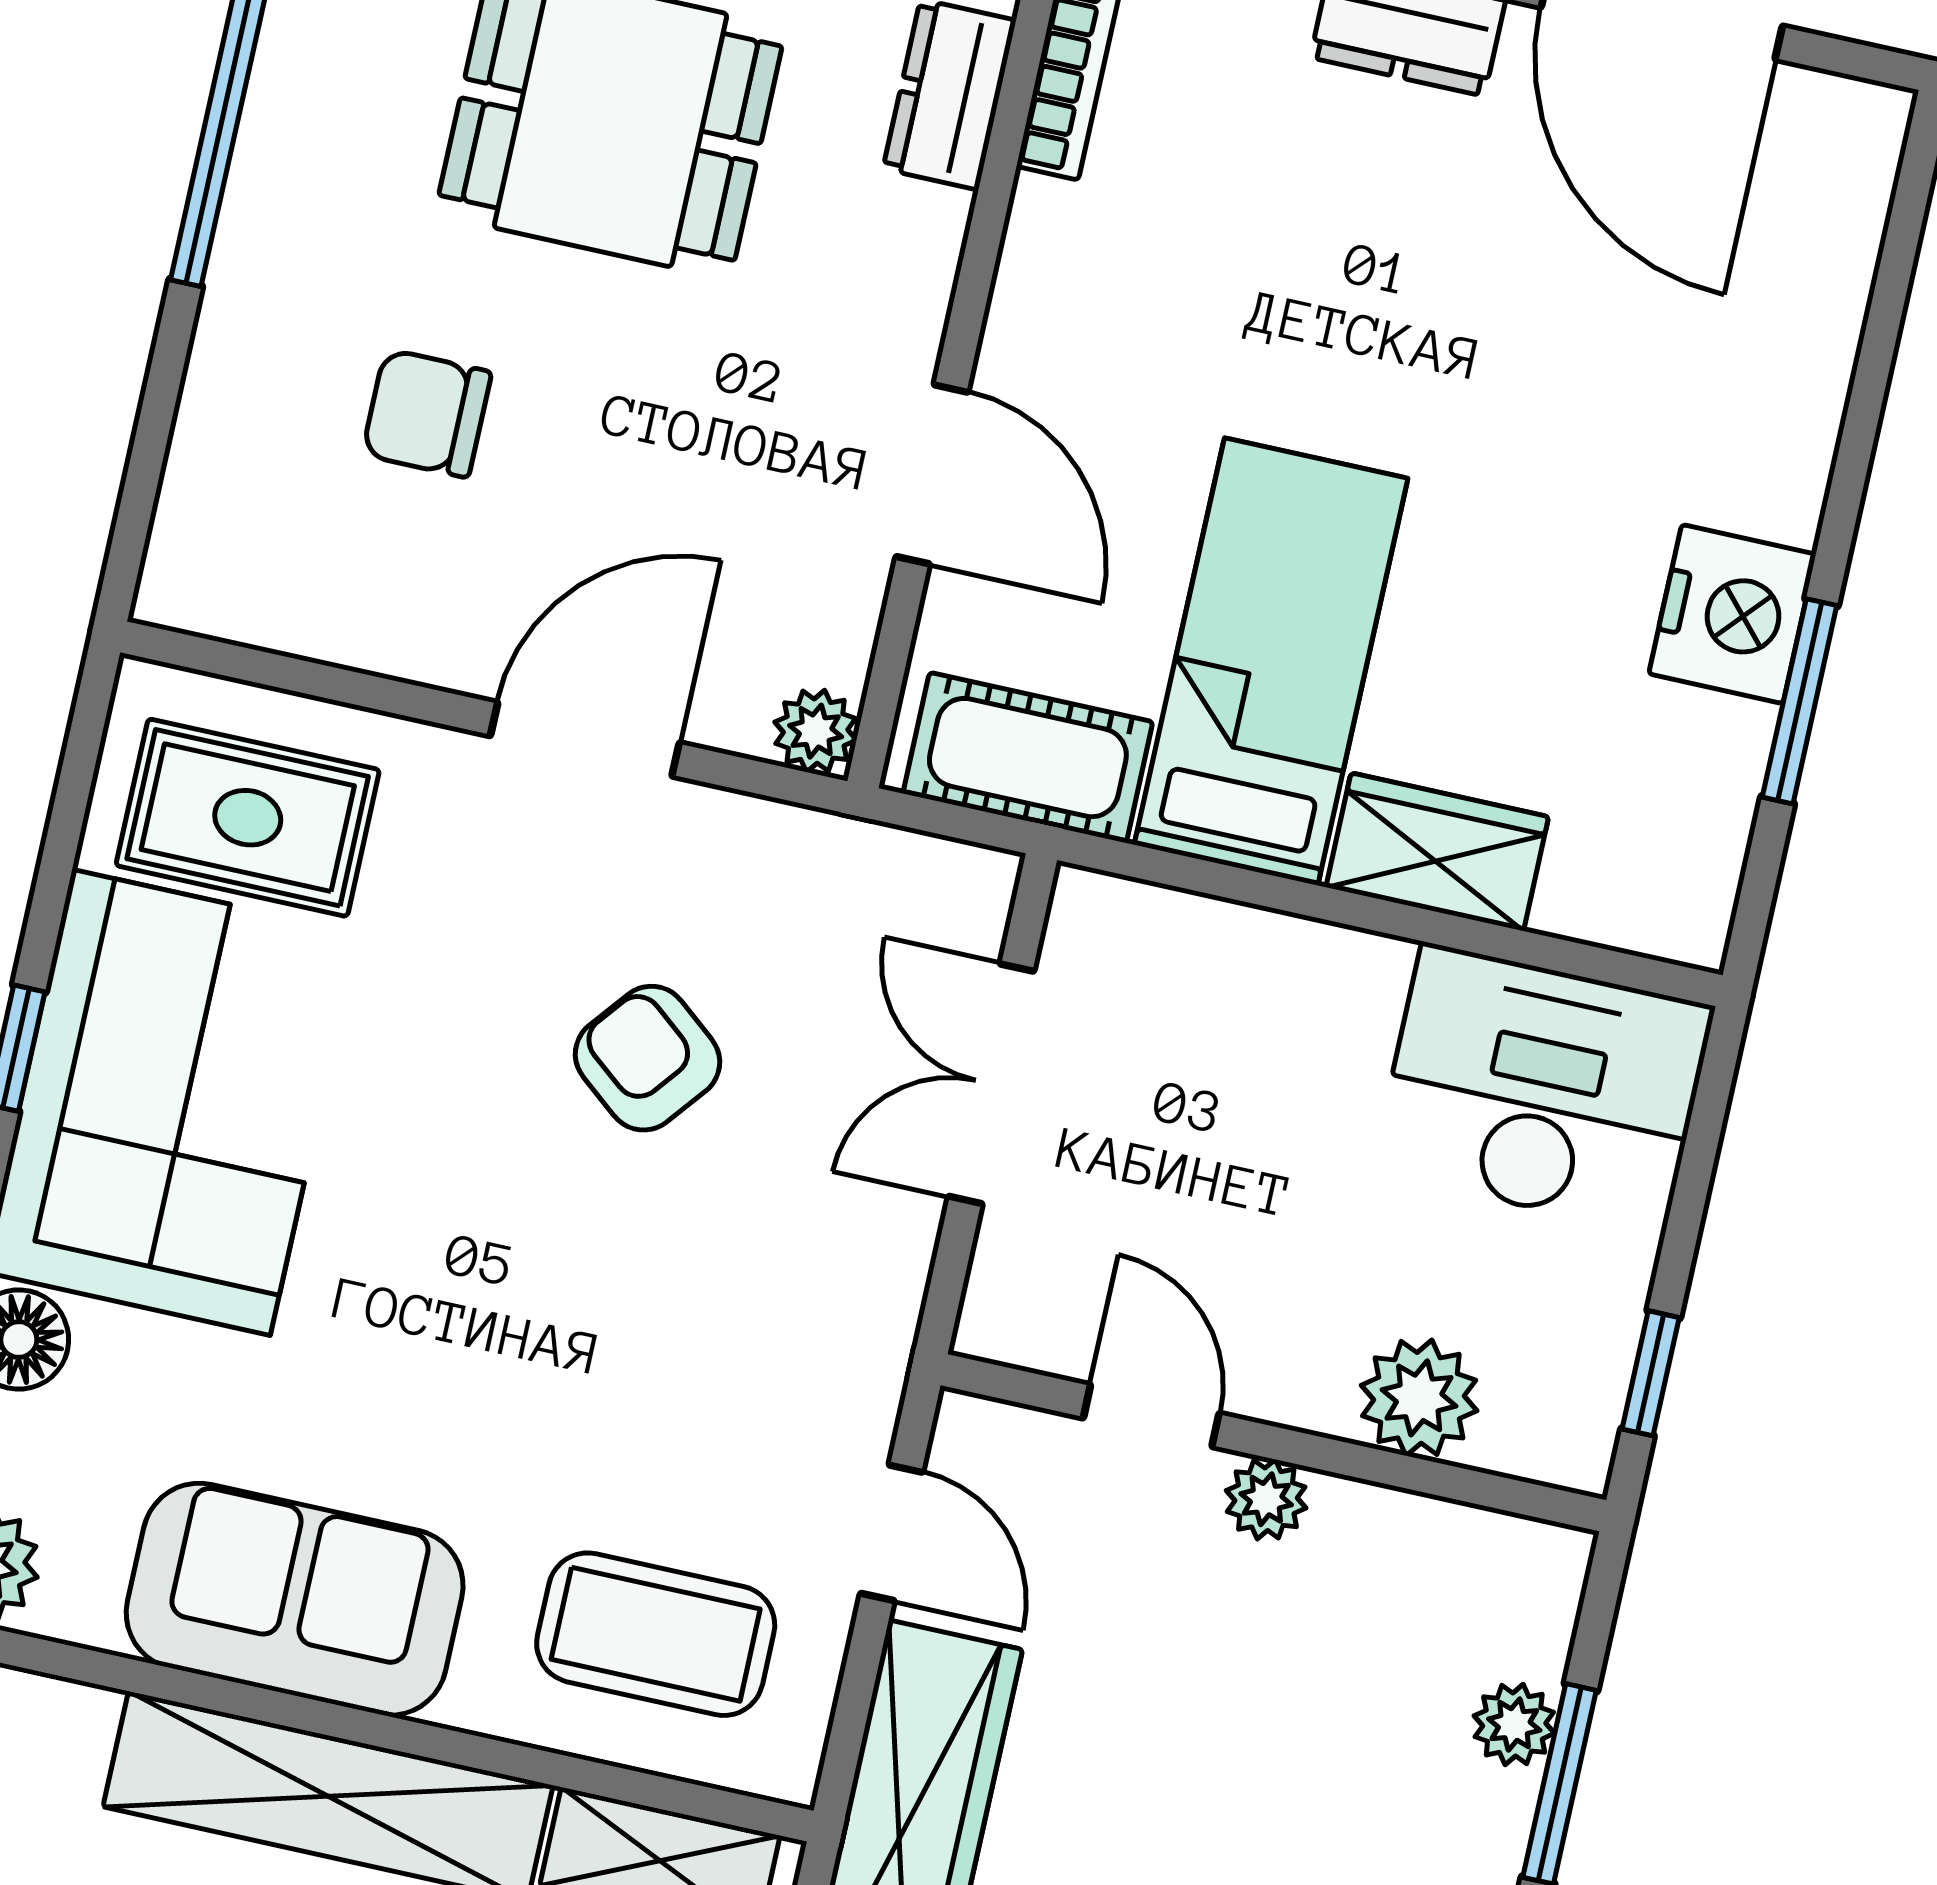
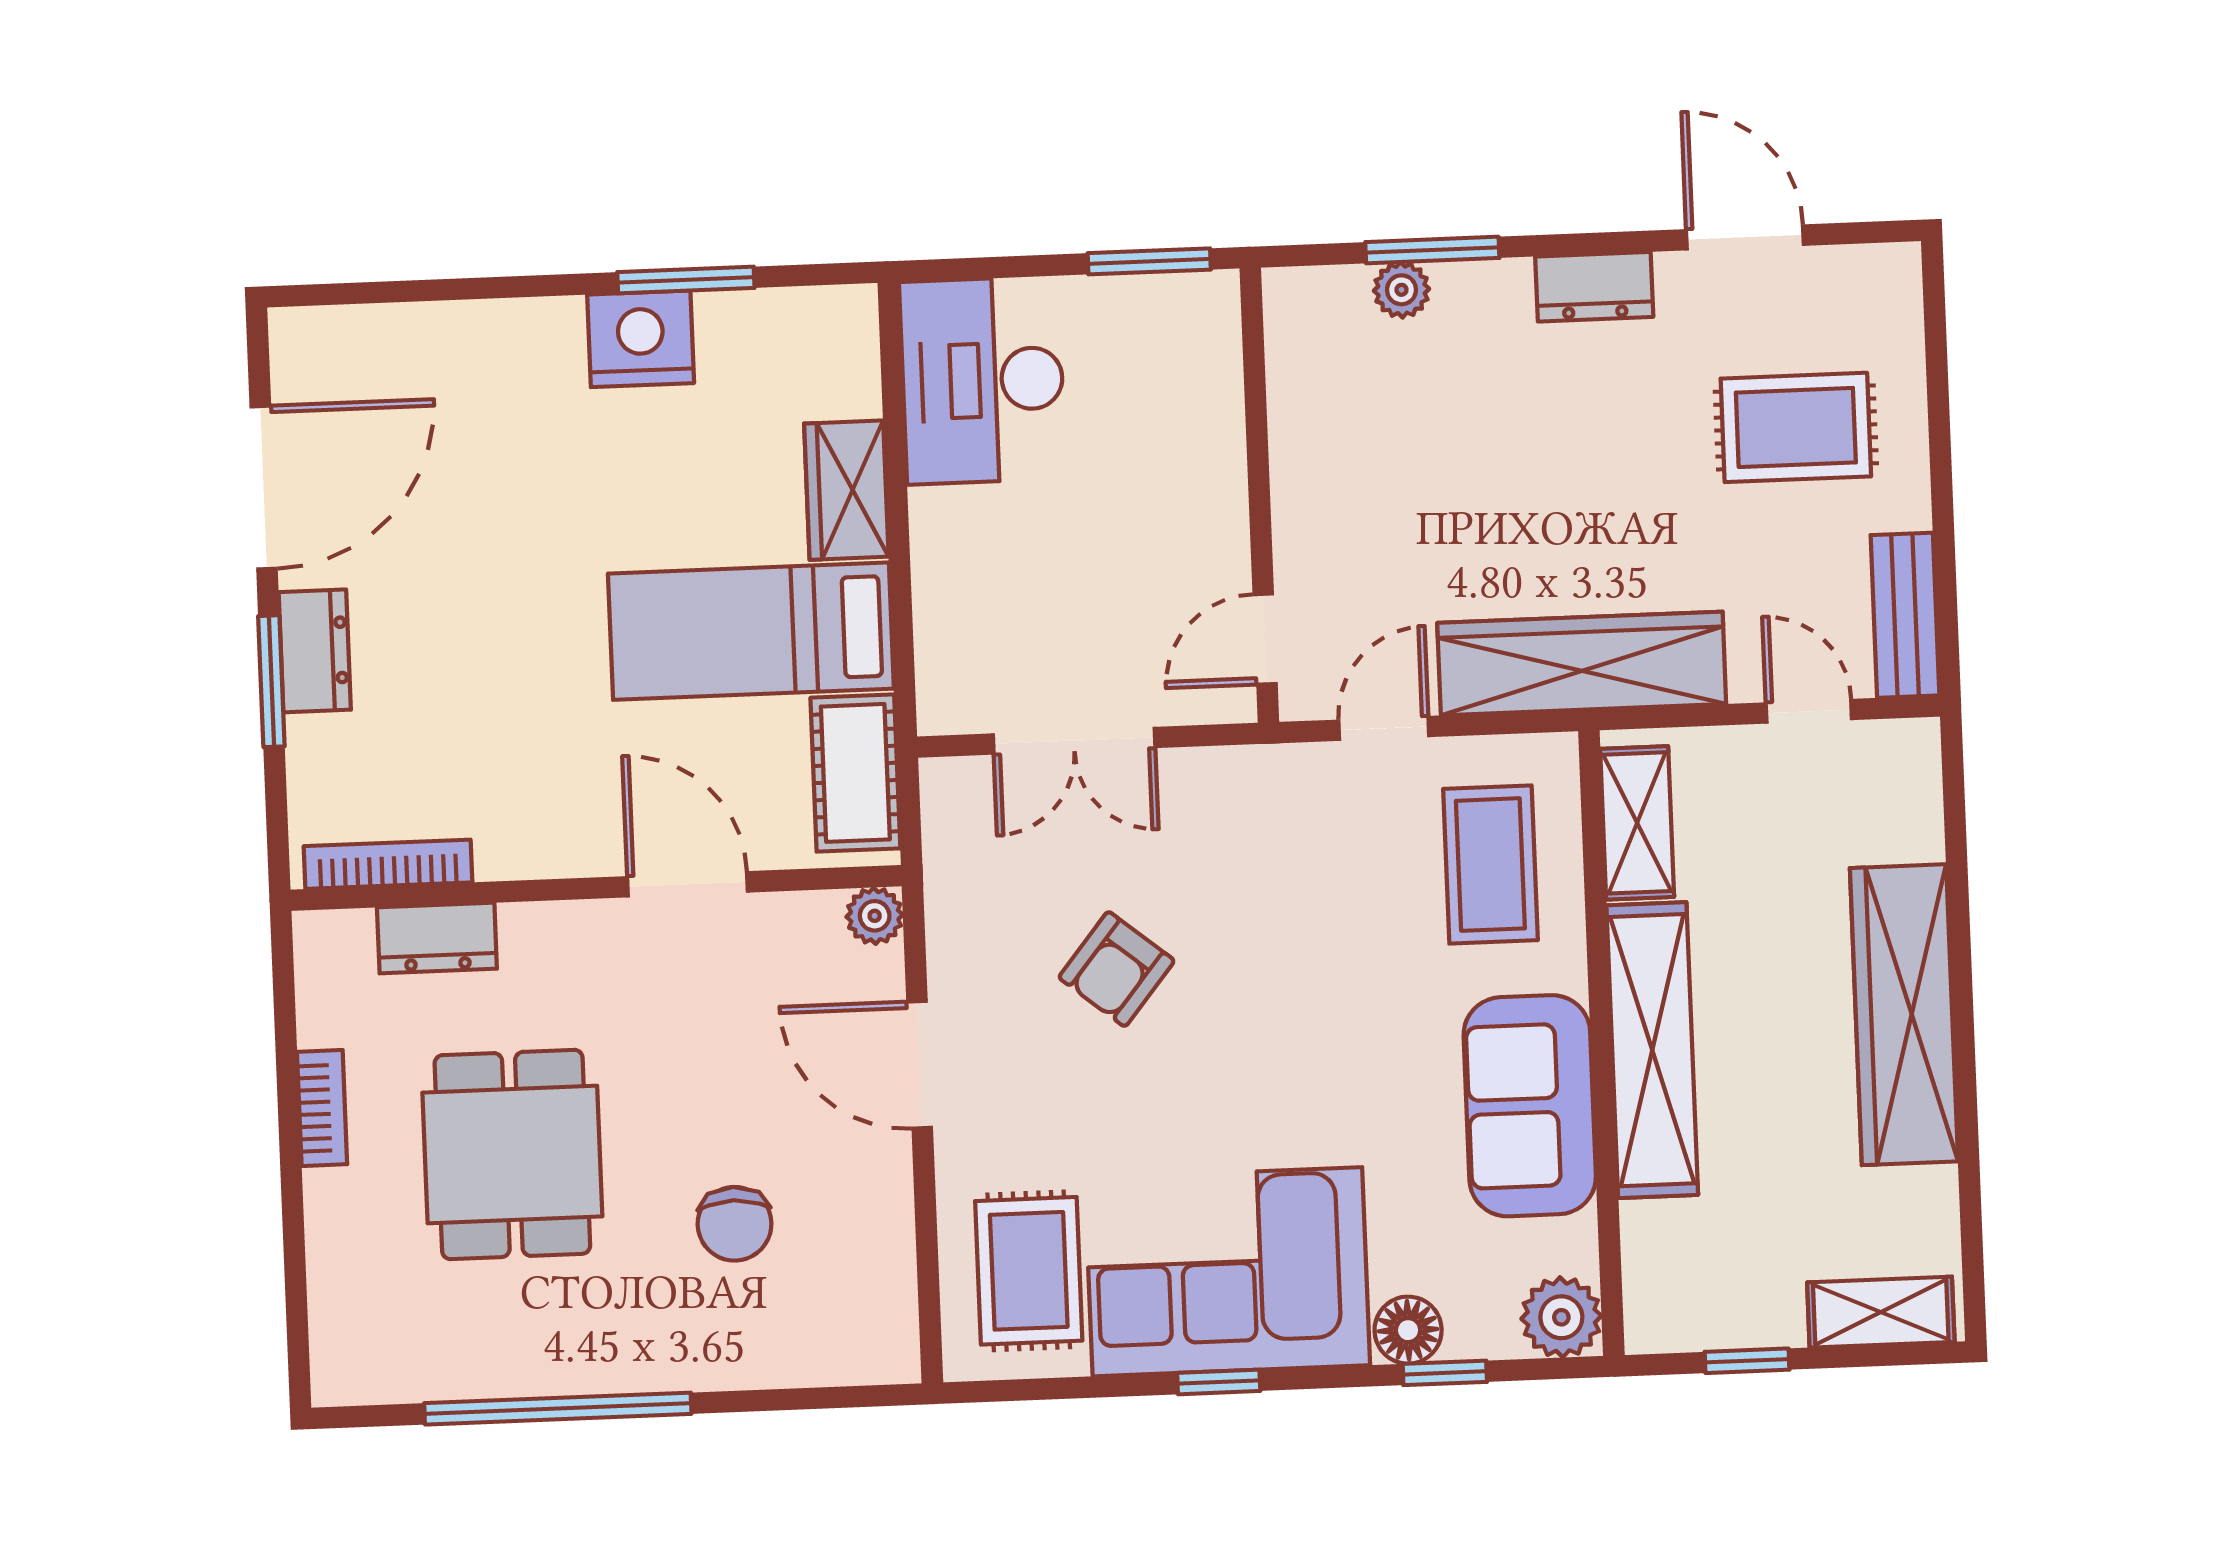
door: (932, 474) -> (687, 884), hinge flipped
window: (1651, 1373) -> (1149, 261), width x1.50
plant: (1419, 1398) -> (1205, 408), removed
door: (1151, 1416) -> (1265, 639), moved
plant: (1266, 1499) -> (1297, 490), removed

